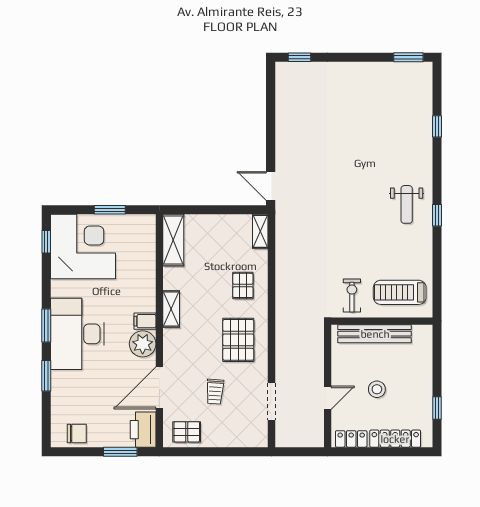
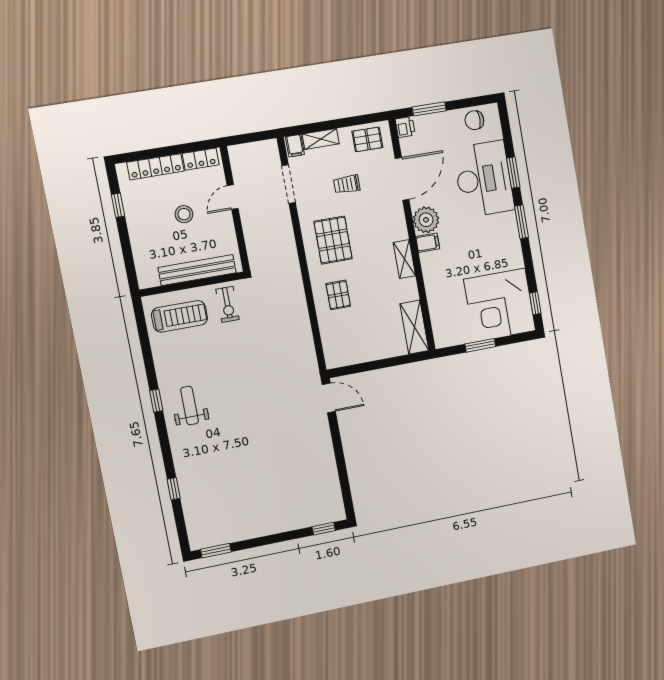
shelving: (260, 231) -> (321, 139), moved, turned 90
desk: (77, 334) -> (484, 179), moved
trolley: (215, 392) -> (347, 184), turned -94
printer: (143, 430) -> (405, 127), width x0.53, depth x0.68
filing cabinet: (259, 437) -> (295, 146), added

